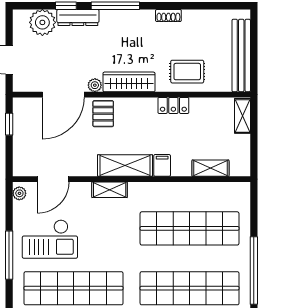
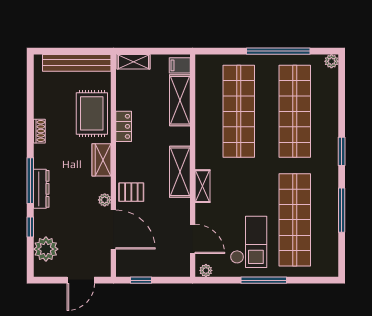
dresser: (78, 17) -> (41, 189), moved
rug: (187, 72) -> (92, 113), width x1.36, depth x1.43
wardrobe: (129, 82) -> (102, 160), width x0.67
filing cabinet: (162, 165) -> (180, 65), moved
shelving: (210, 168) -> (180, 100), width x1.50, depth x1.33

